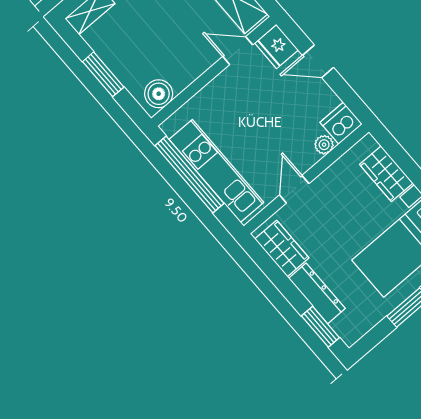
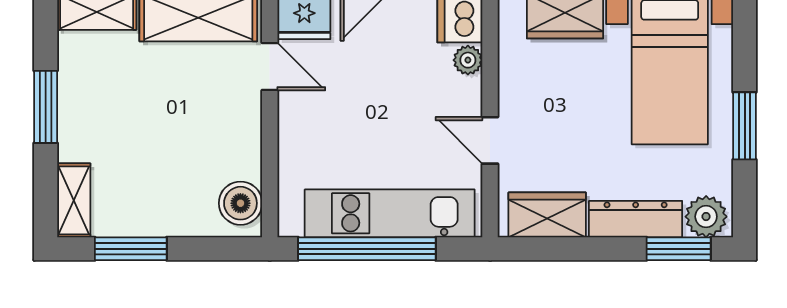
door: (238, 51) -> (270, 67), swing flipped
window: (103, 74) -> (131, 249), moved
plant: (348, 327) -> (706, 217), added

